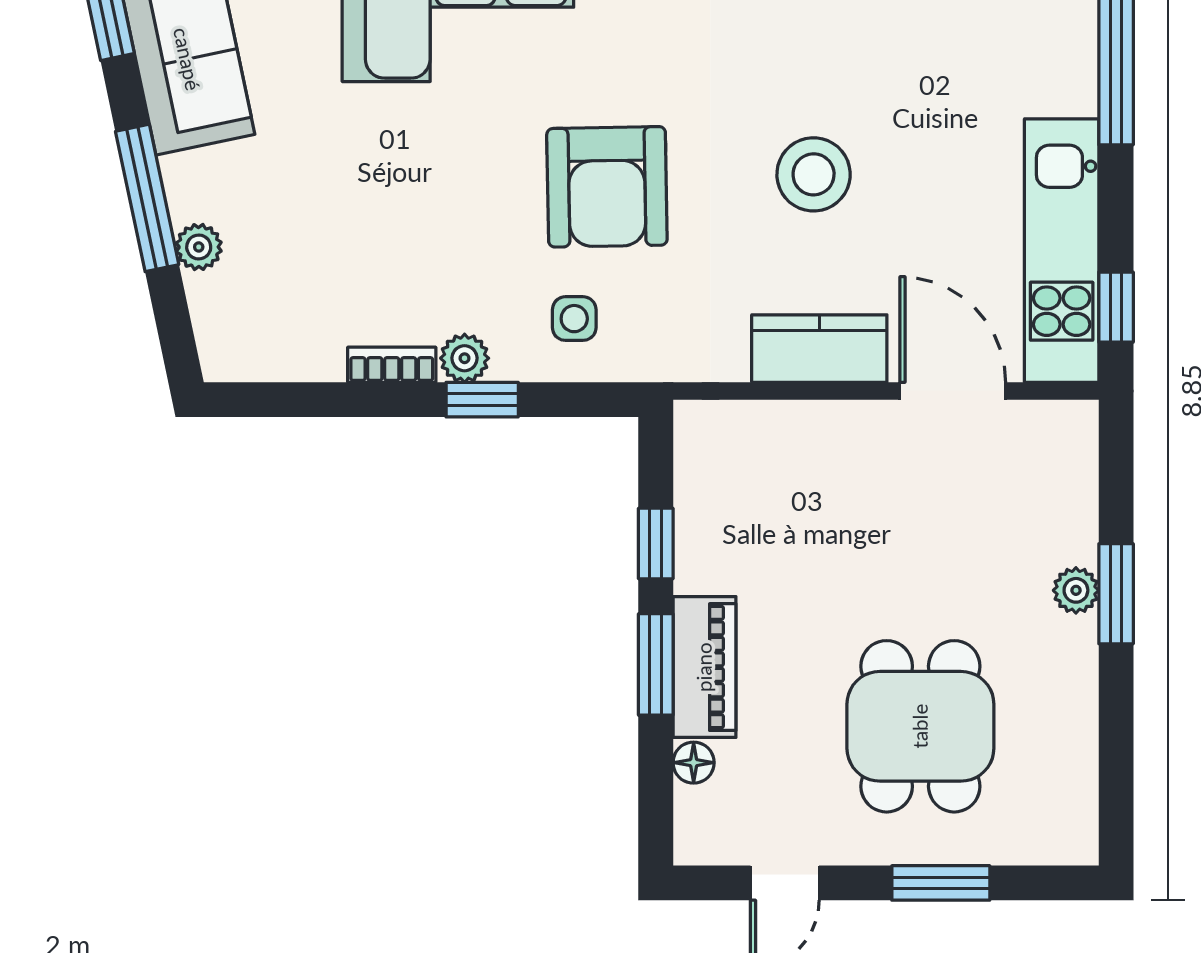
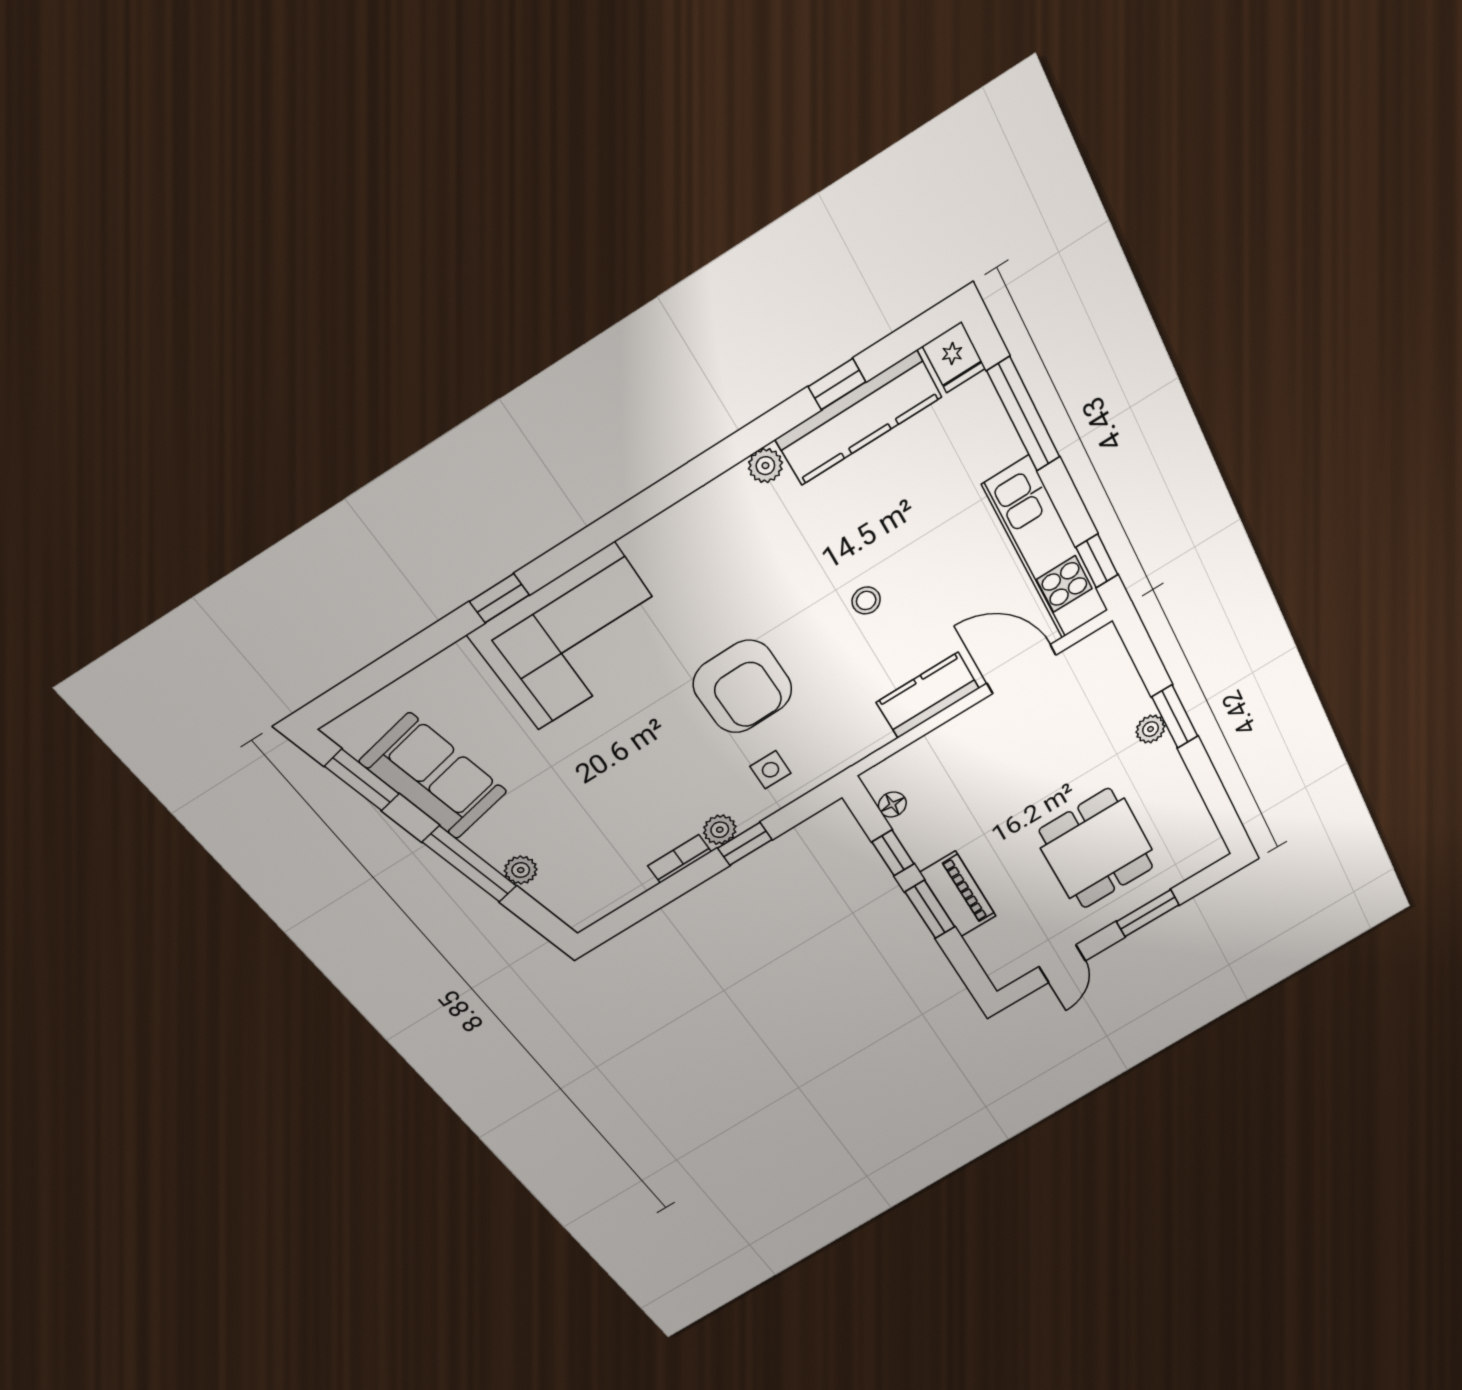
stool: (814, 174) -> (866, 600), width x0.53, depth x0.53
floor lamp: (694, 763) -> (892, 805), moved

